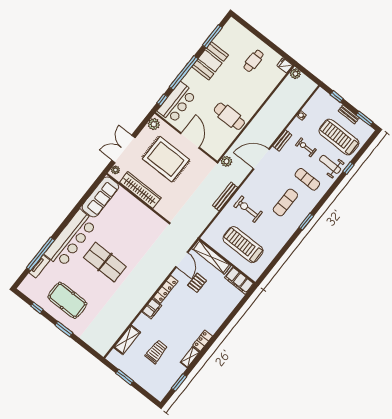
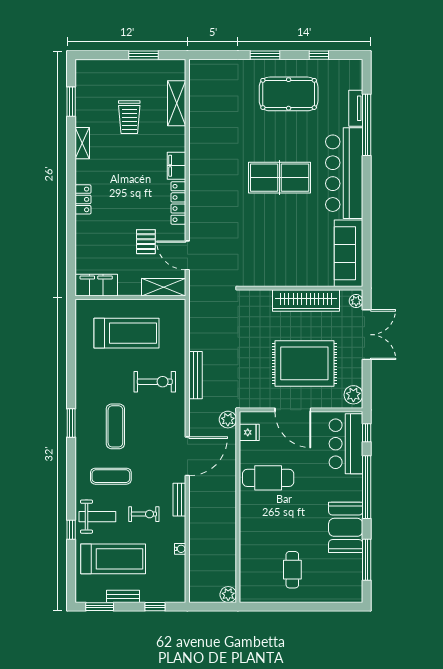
fridge: (285, 65) -> (249, 432), moved
shelving: (211, 257) -> (164, 287), width x0.68
locker: (203, 341) -> (83, 199), moved

